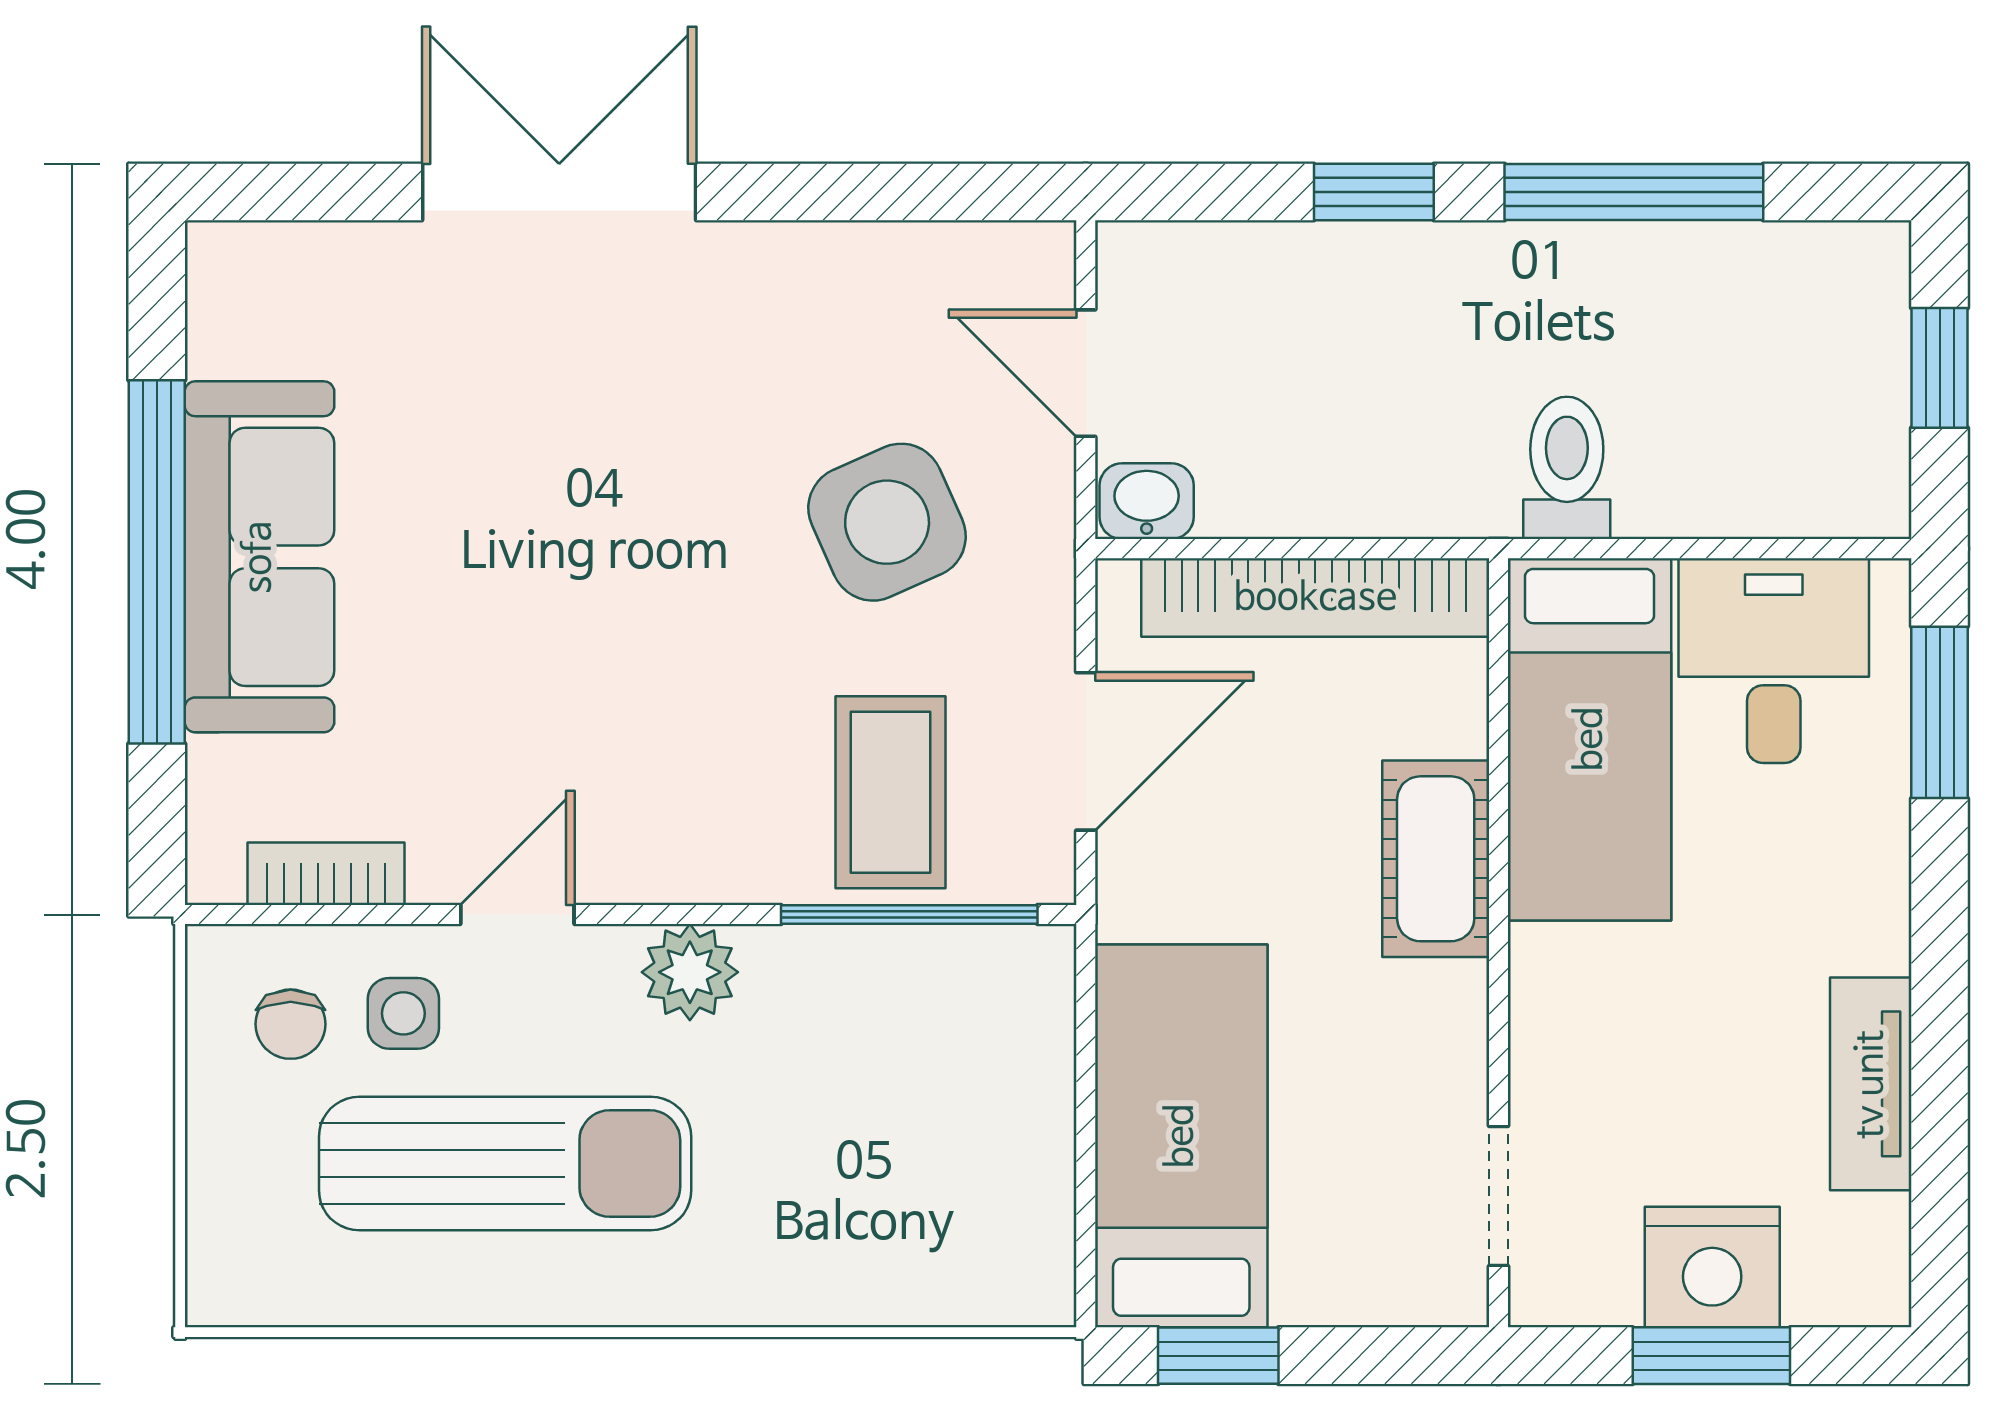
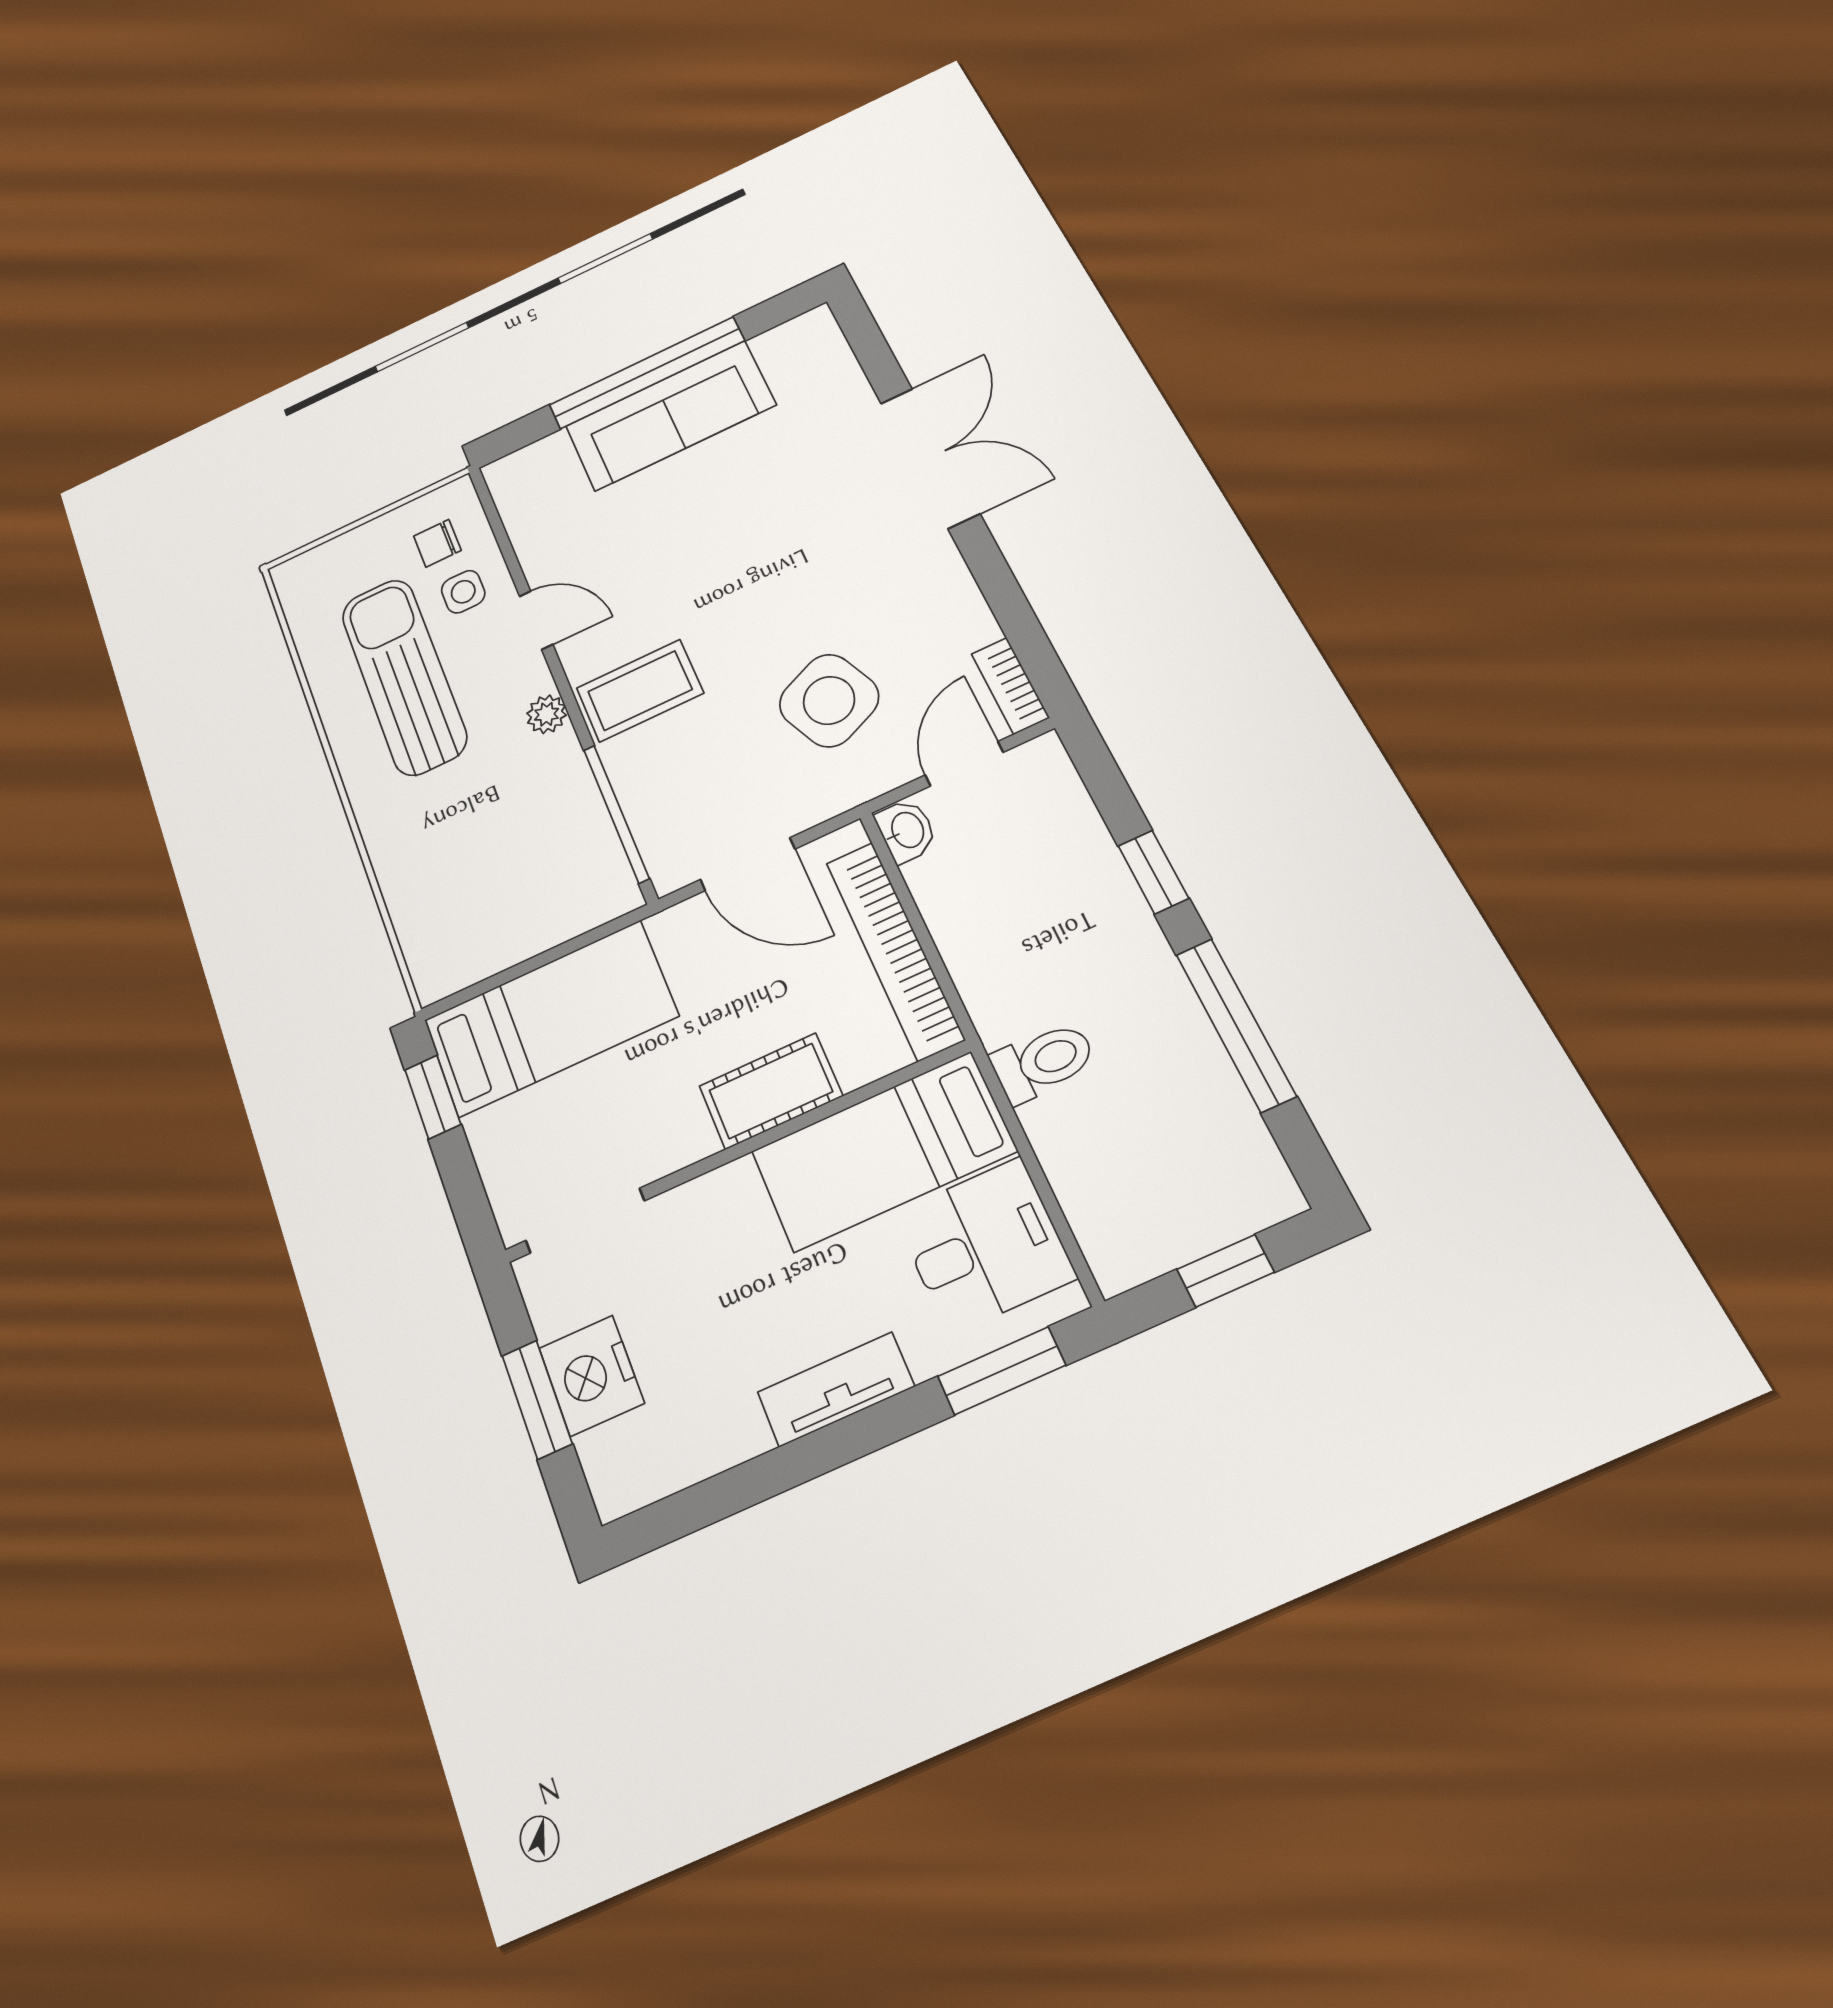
coffee table: (890, 792) -> (640, 691), moved
bookcase: (326, 874) -> (1010, 686), moved, turned 180
plant: (690, 972) -> (547, 714), width x0.73, depth x0.73
tv unit: (1871, 1084) -> (836, 1389), moved
sun lounger: (505, 1164) -> (404, 676), turned 180
doorway: (1499, 1196) -> (585, 1221), width x1.38

